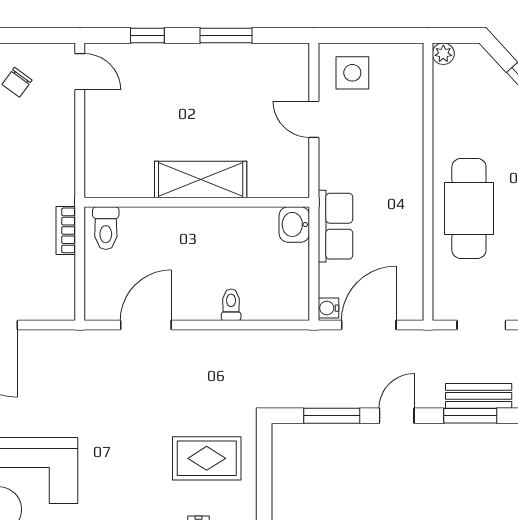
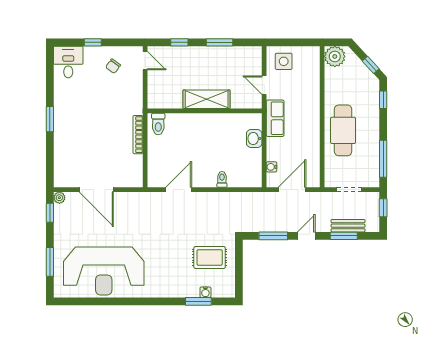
plant: (443, 54) -> (335, 56), width x1.87, depth x1.87
shelving: (201, 179) -> (207, 99), moved
wall: (197, 202) -> (205, 111), moved
row of seats: (335, 226) -> (275, 118), moved
toilet: (106, 228) -> (158, 124), moved
bookcase: (66, 230) -> (138, 135), width x1.56
water cooler: (328, 308) -> (272, 167), moved

